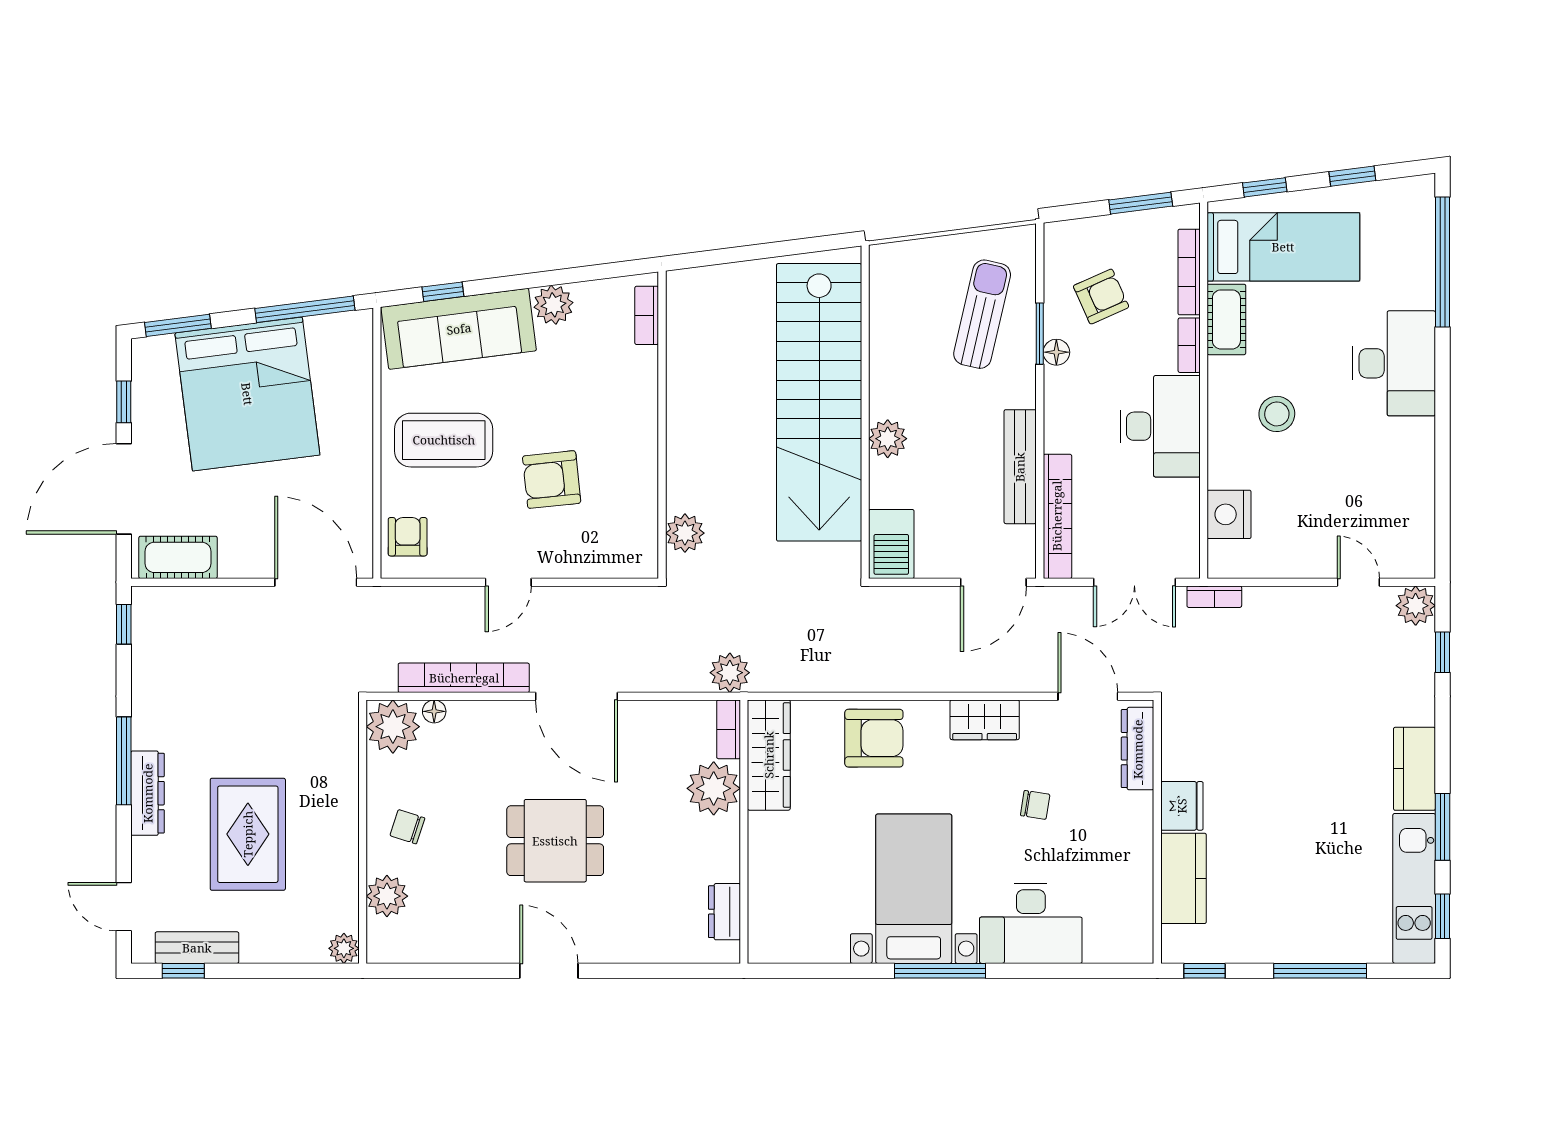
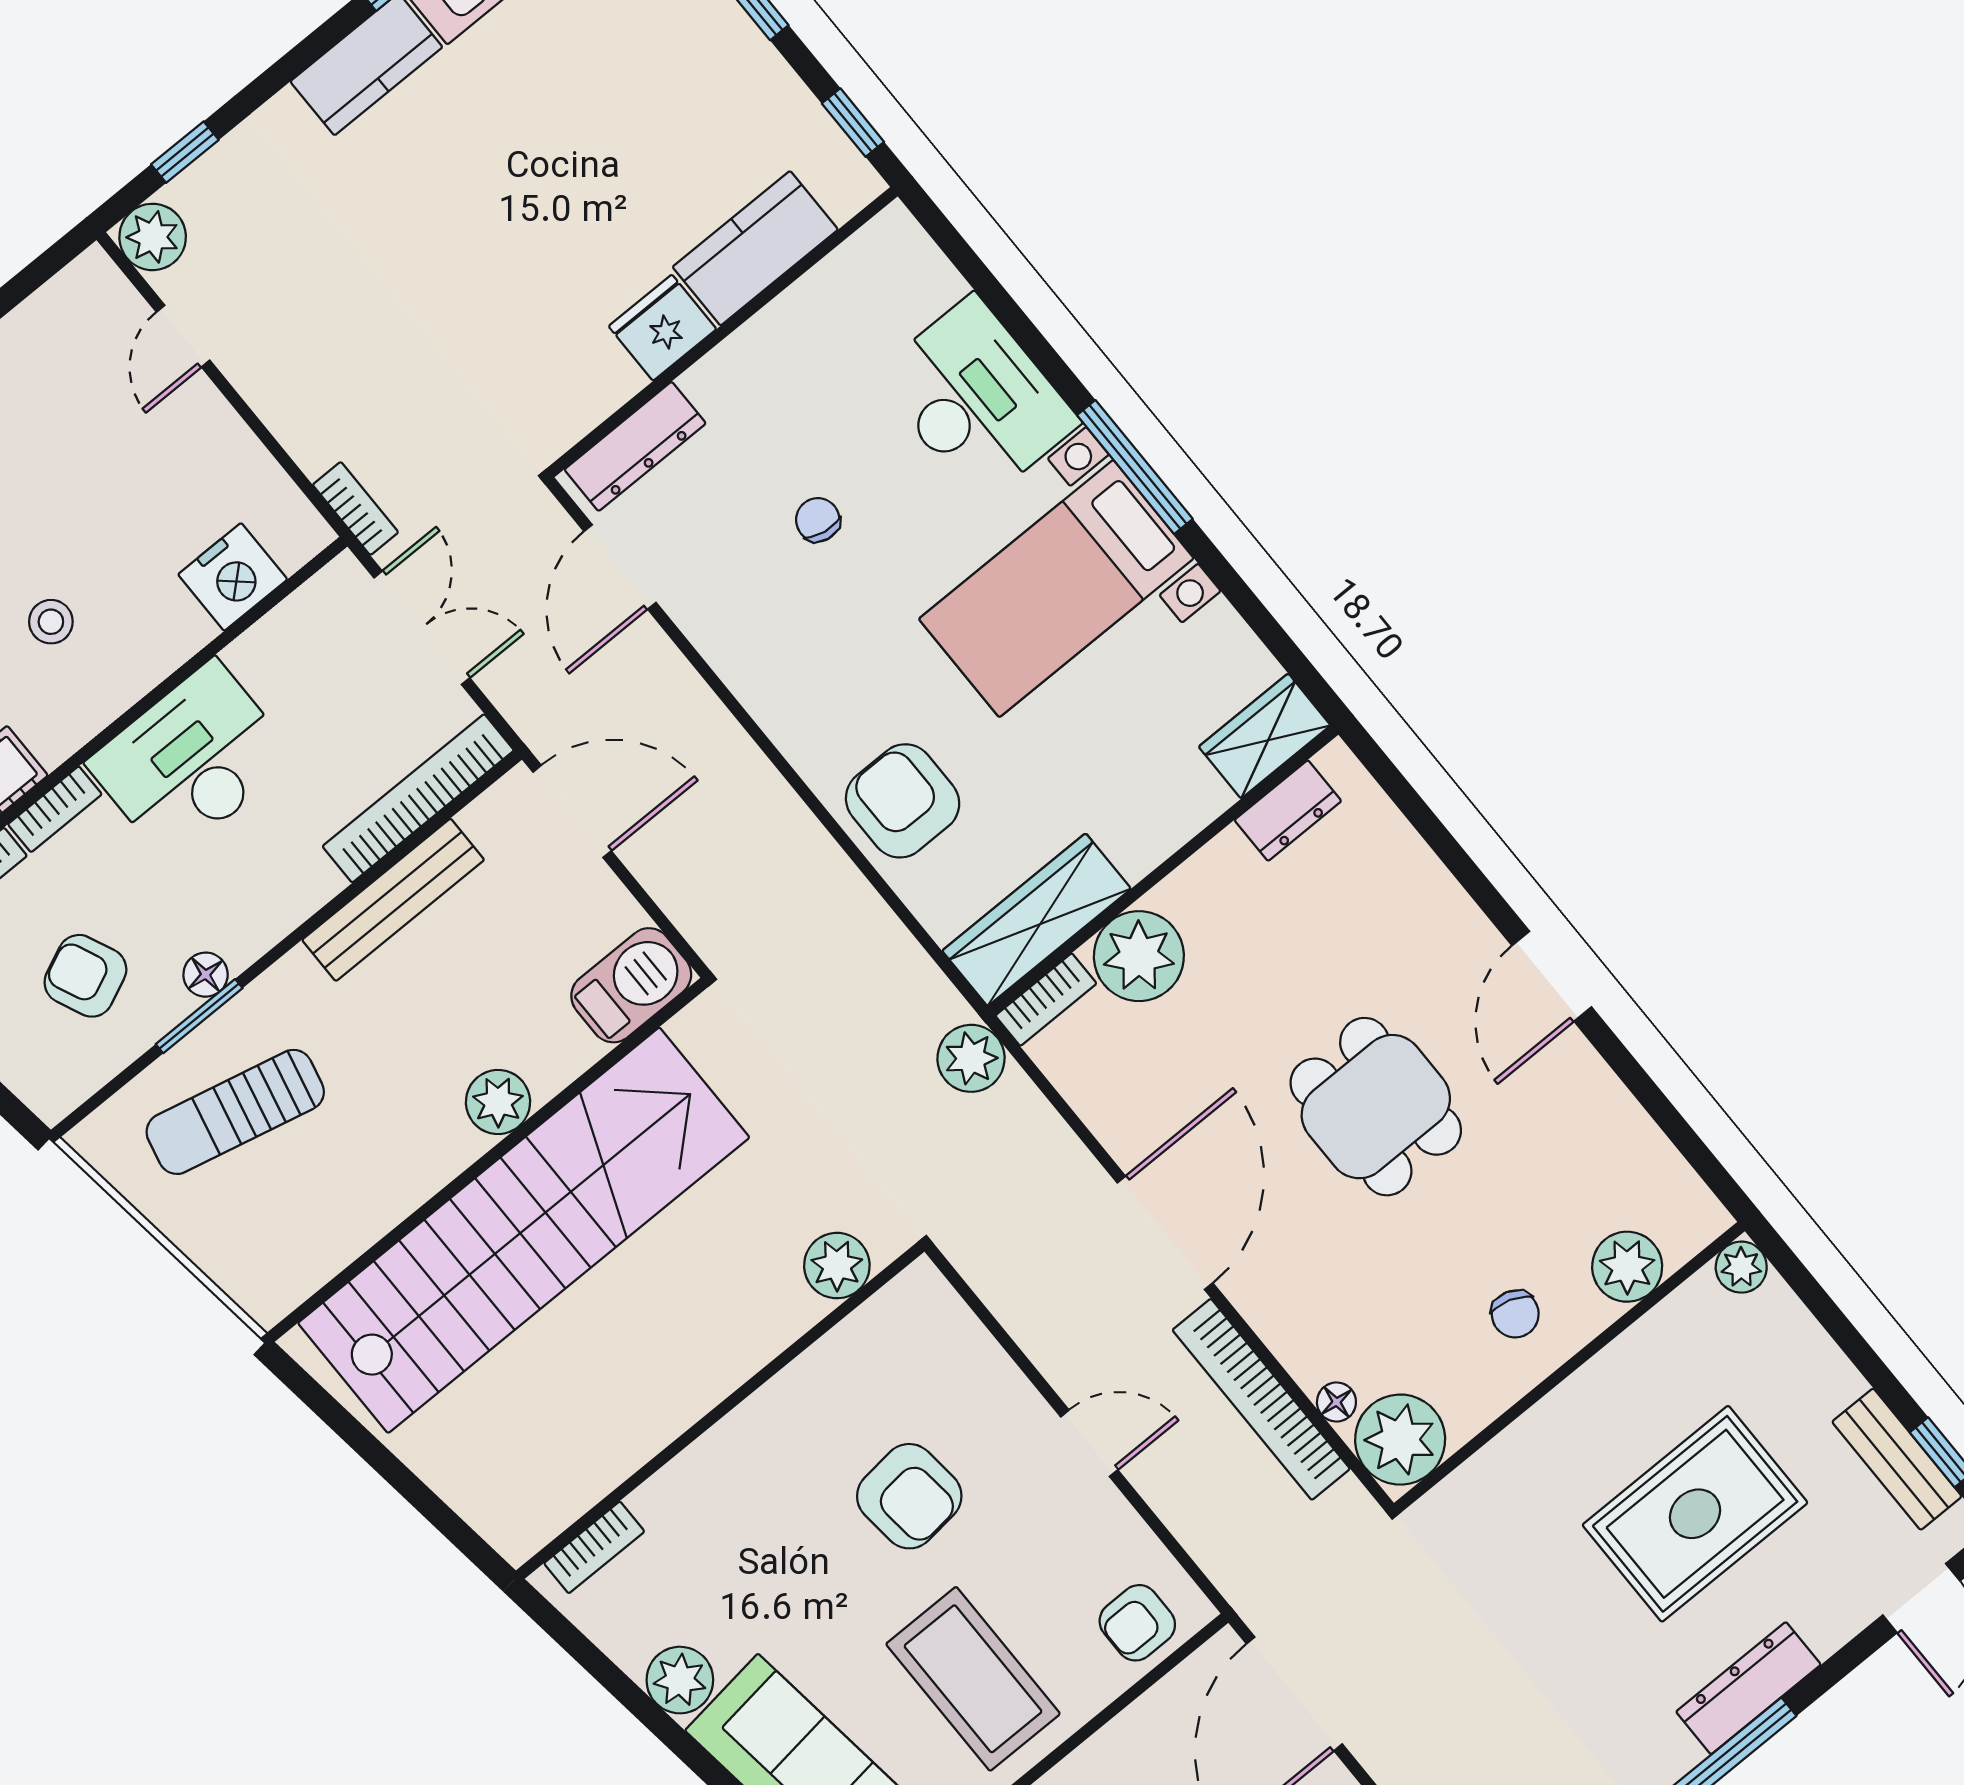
stool: (1277, 414) -> (51, 622), width x0.73, depth x0.73
wardrobe: (985, 720) -> (1265, 736), moved, turned -90

